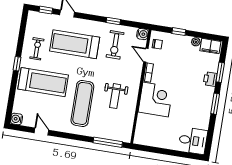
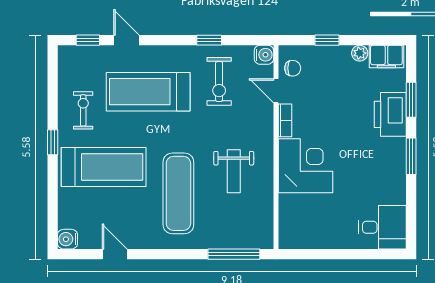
printer: (210, 79) -> (390, 114), width x1.87, depth x1.48

